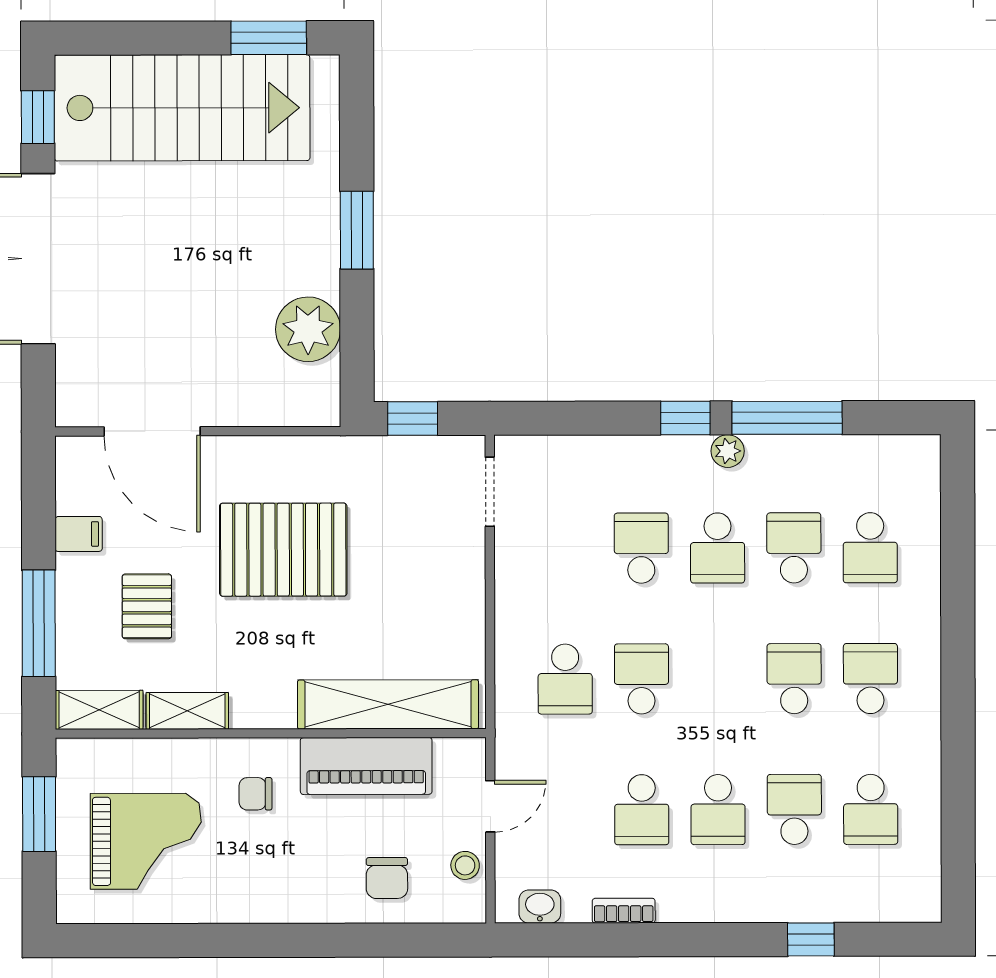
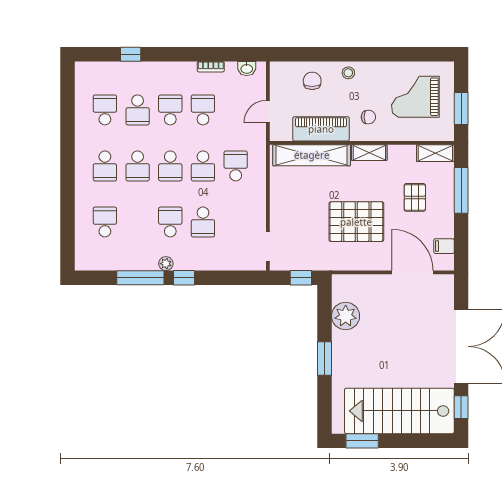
filing cabinet: (79, 534) -> (444, 246), moved
school desk: (794, 548) -> (170, 166), moved
shelving: (187, 711) -> (369, 153), moved
stool: (465, 865) -> (348, 73), moved

